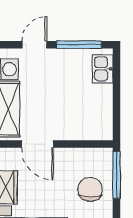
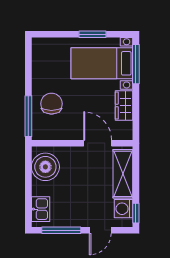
boiler: (97, 117) -> (45, 167), added
chair: (90, 189) -> (51, 104), turned 180

